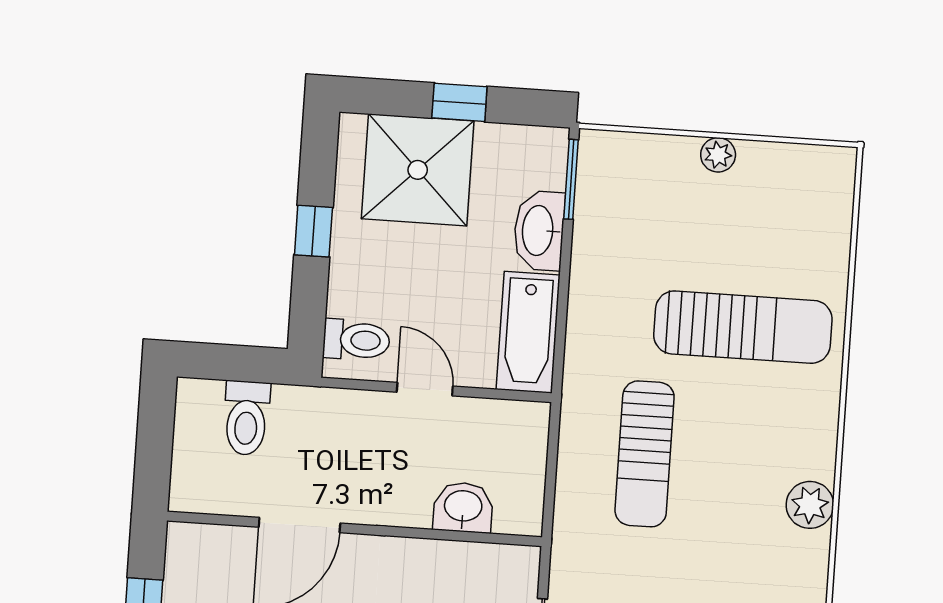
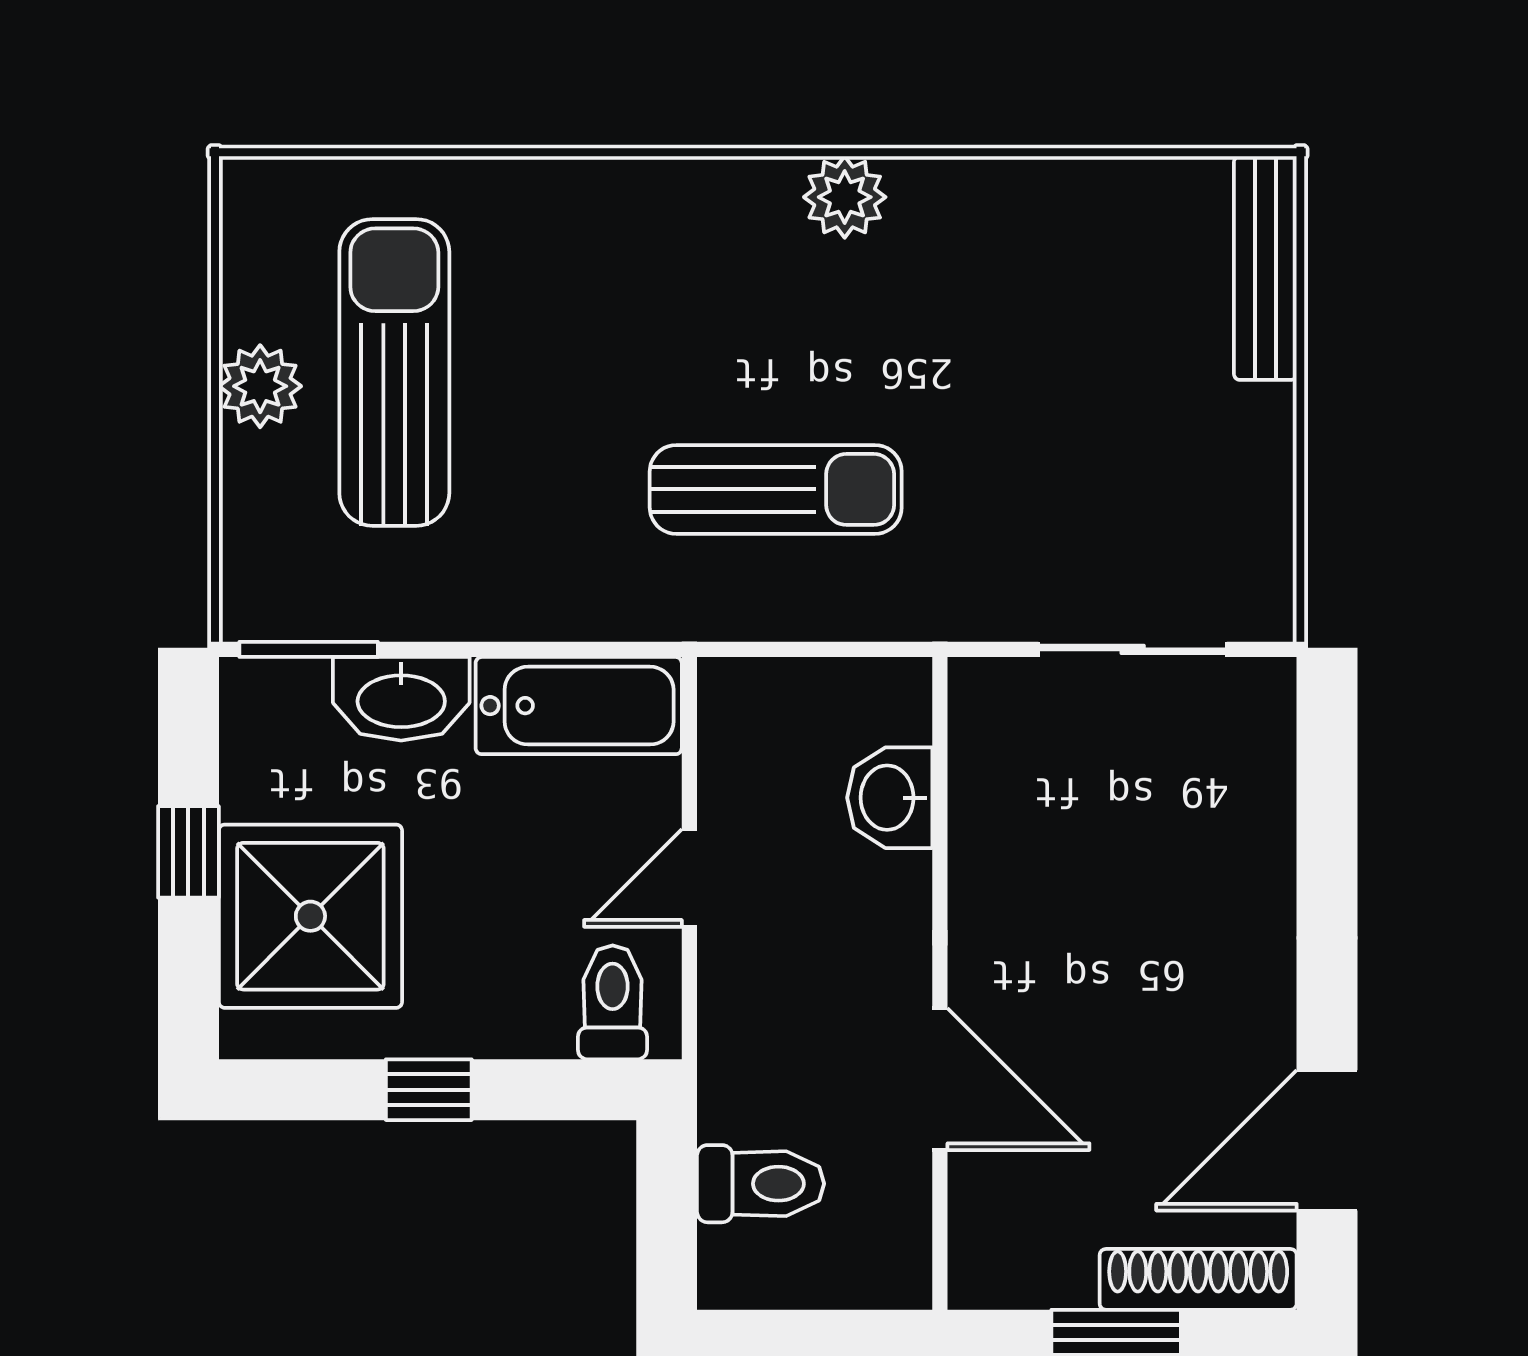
plant: (718, 155) -> (260, 386), width x1.38, depth x1.38
sun lounger: (743, 327) -> (394, 372), moved

